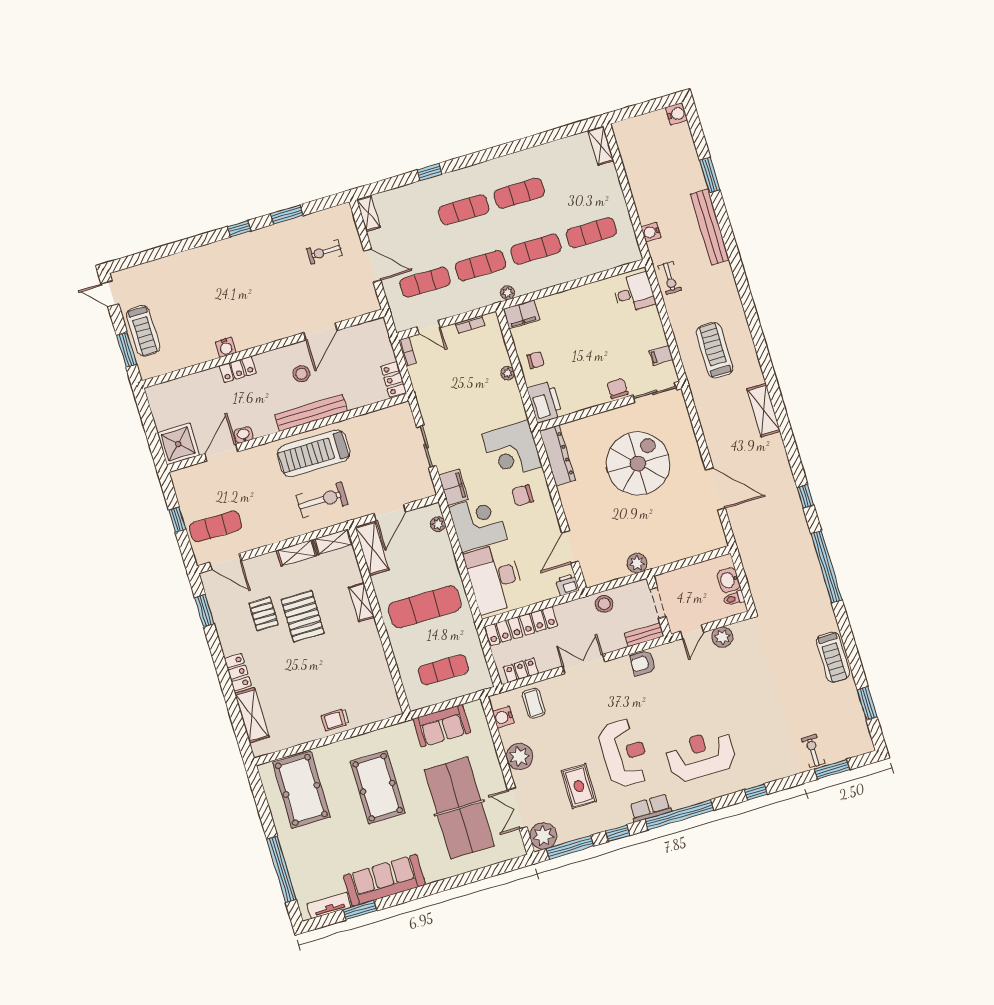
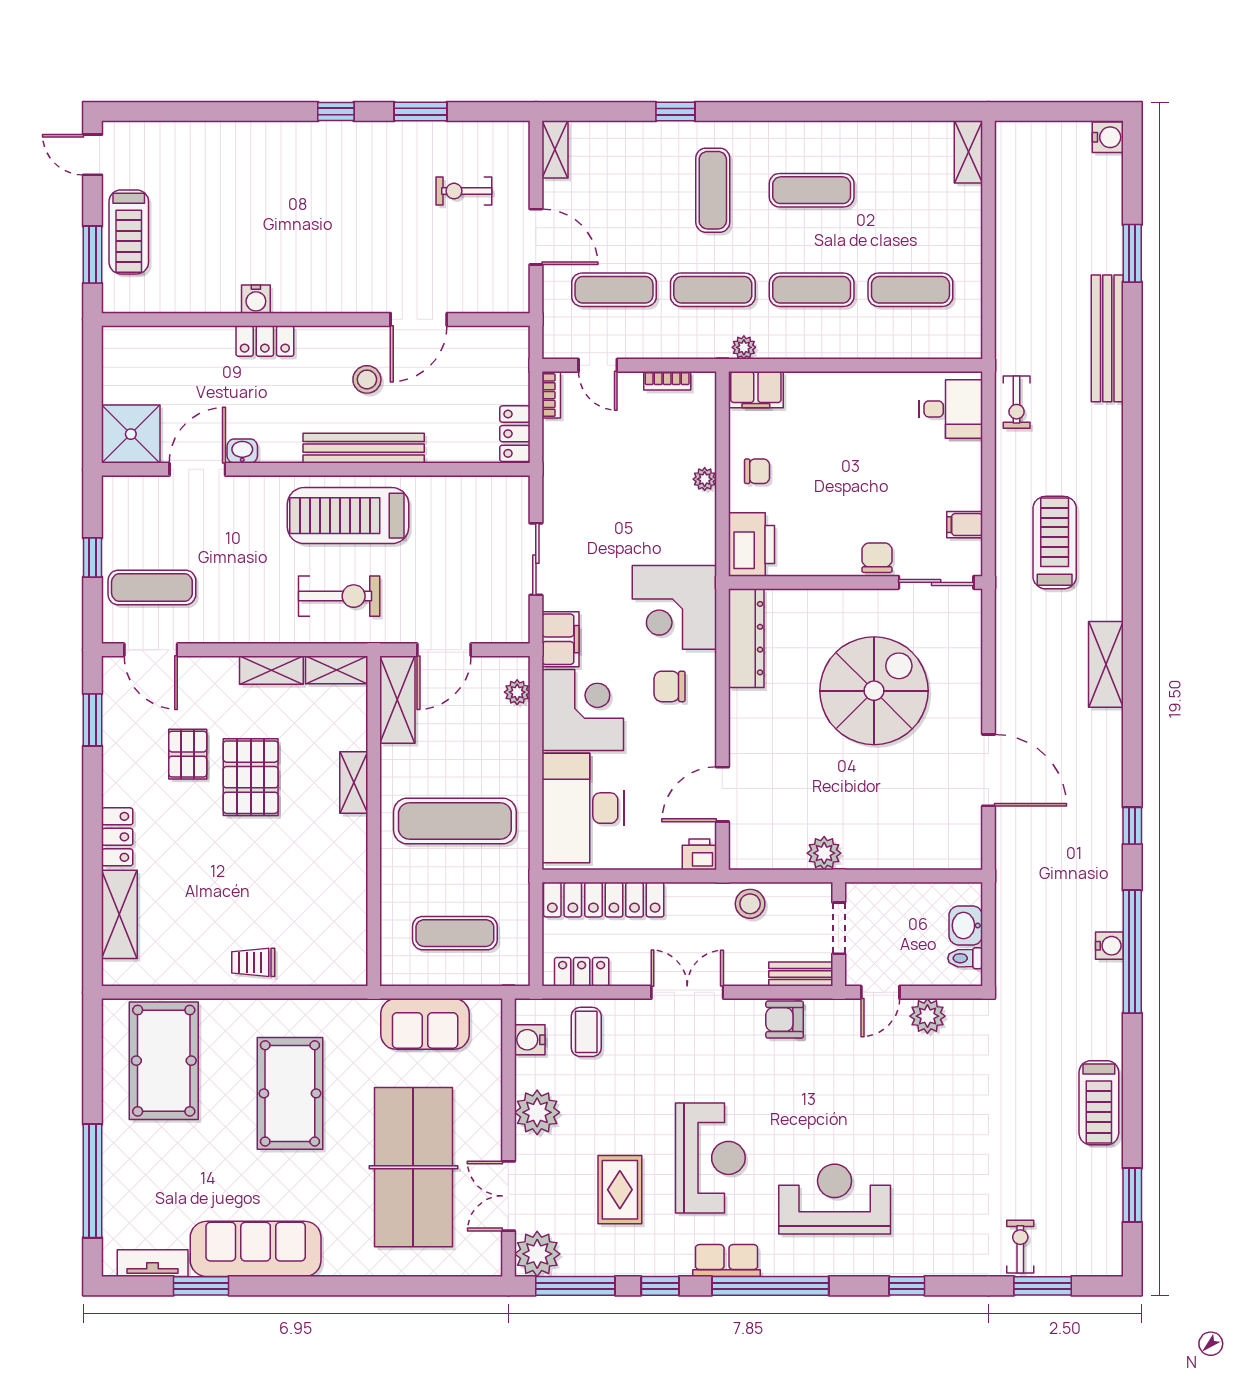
exercise mat: (464, 210) -> (713, 190), turned 90
water cooler: (651, 232) -> (1109, 946), moved, turned 180

